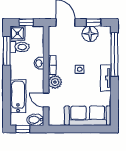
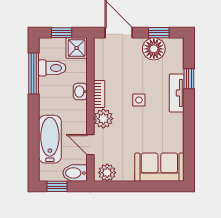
shower: (17, 33) -> (77, 48), moved
window: (114, 54) -> (189, 79), width x0.32
tv unit: (106, 78) -> (177, 93), moved
sofa: (88, 116) -> (159, 167), width x0.73
plant: (58, 119) -> (107, 173), added

